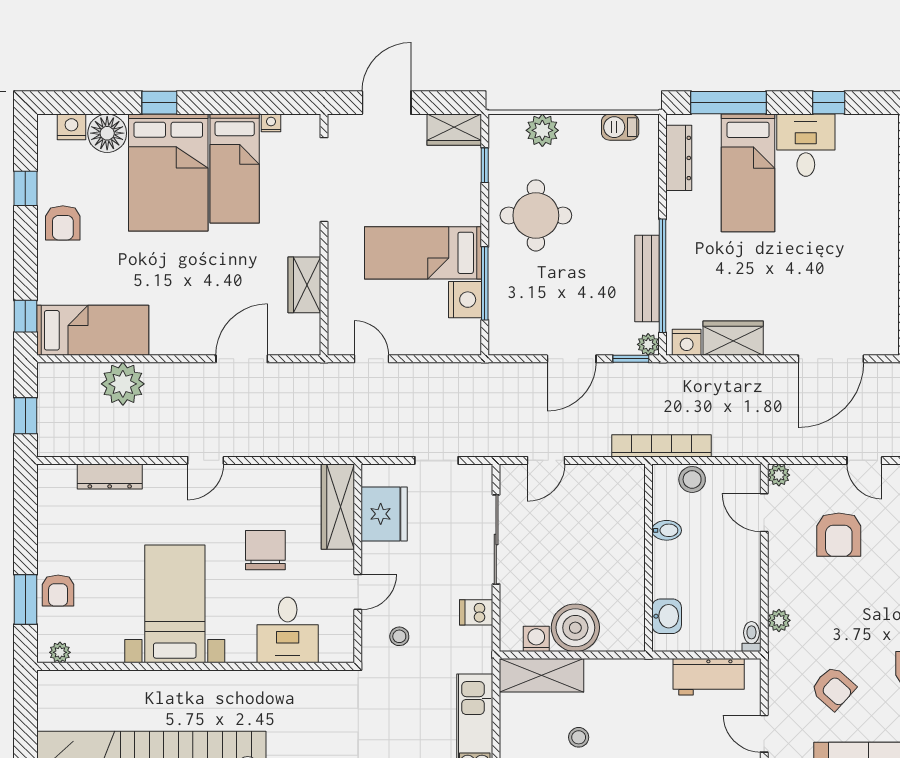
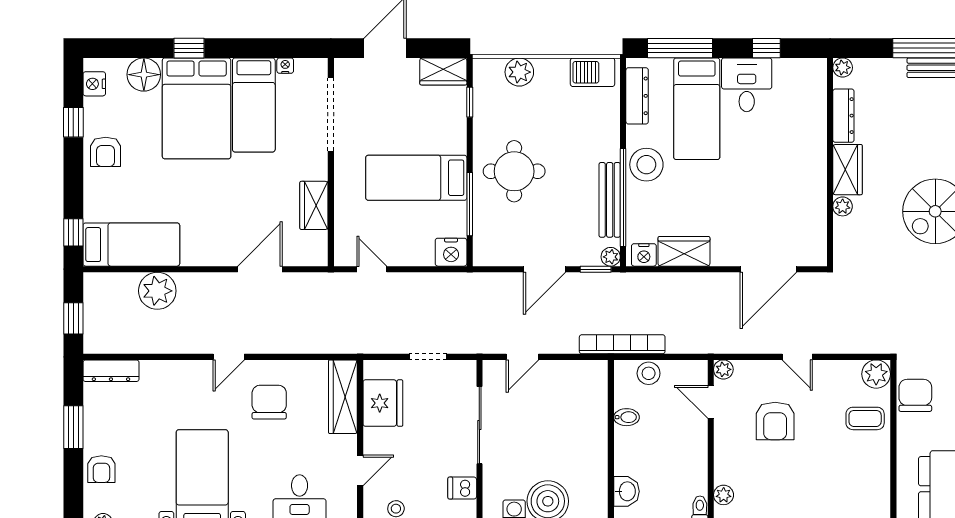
nightstand: (71, 127) -> (94, 84), moved, turned -90
barbecue: (620, 127) -> (593, 72), width x1.38, depth x1.27
round table: (536, 215) -> (514, 171), moved
stool: (690, 238) -> (646, 165), added
nightstand: (465, 300) -> (451, 252), moved, turned 90
dresser: (110, 476) -> (111, 371), moved
chair: (265, 550) -> (269, 402), moved
window: (25, 599) -> (73, 427), moved

